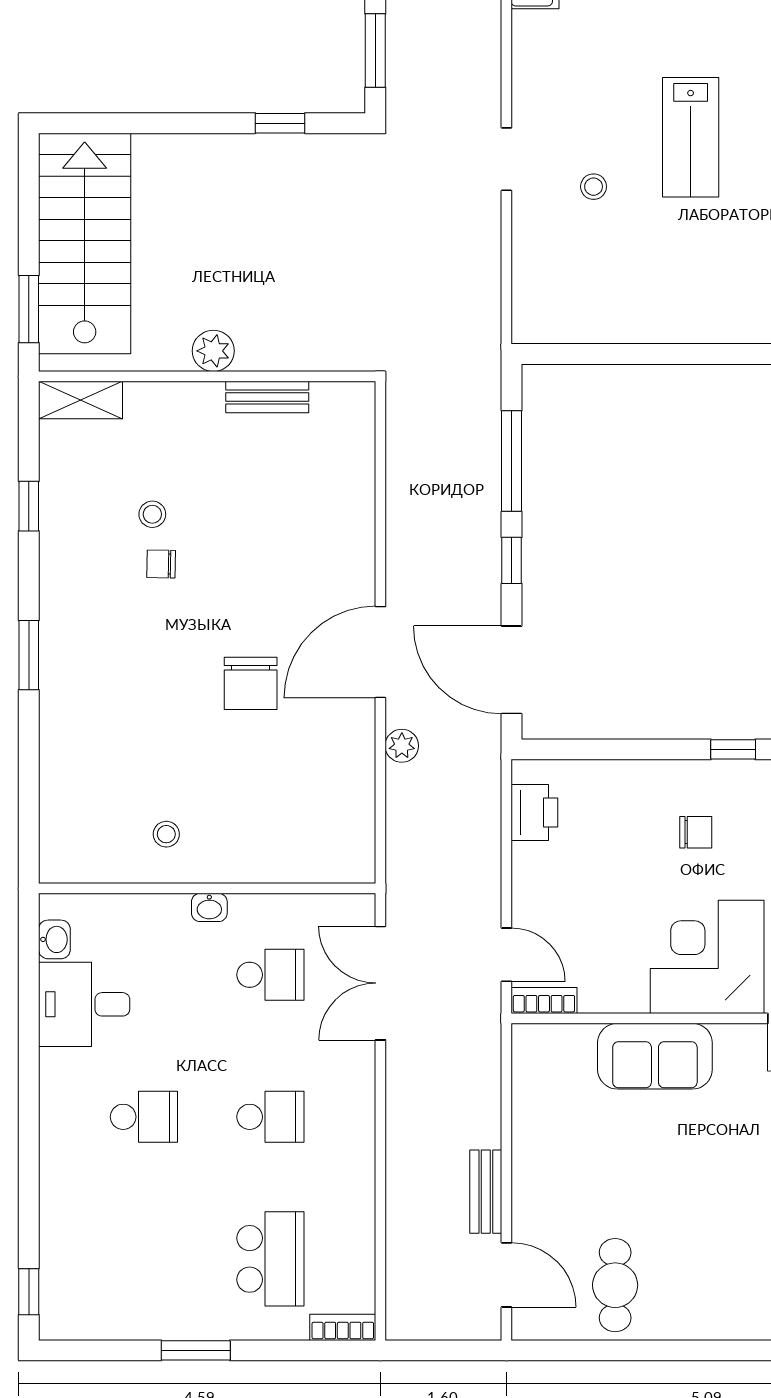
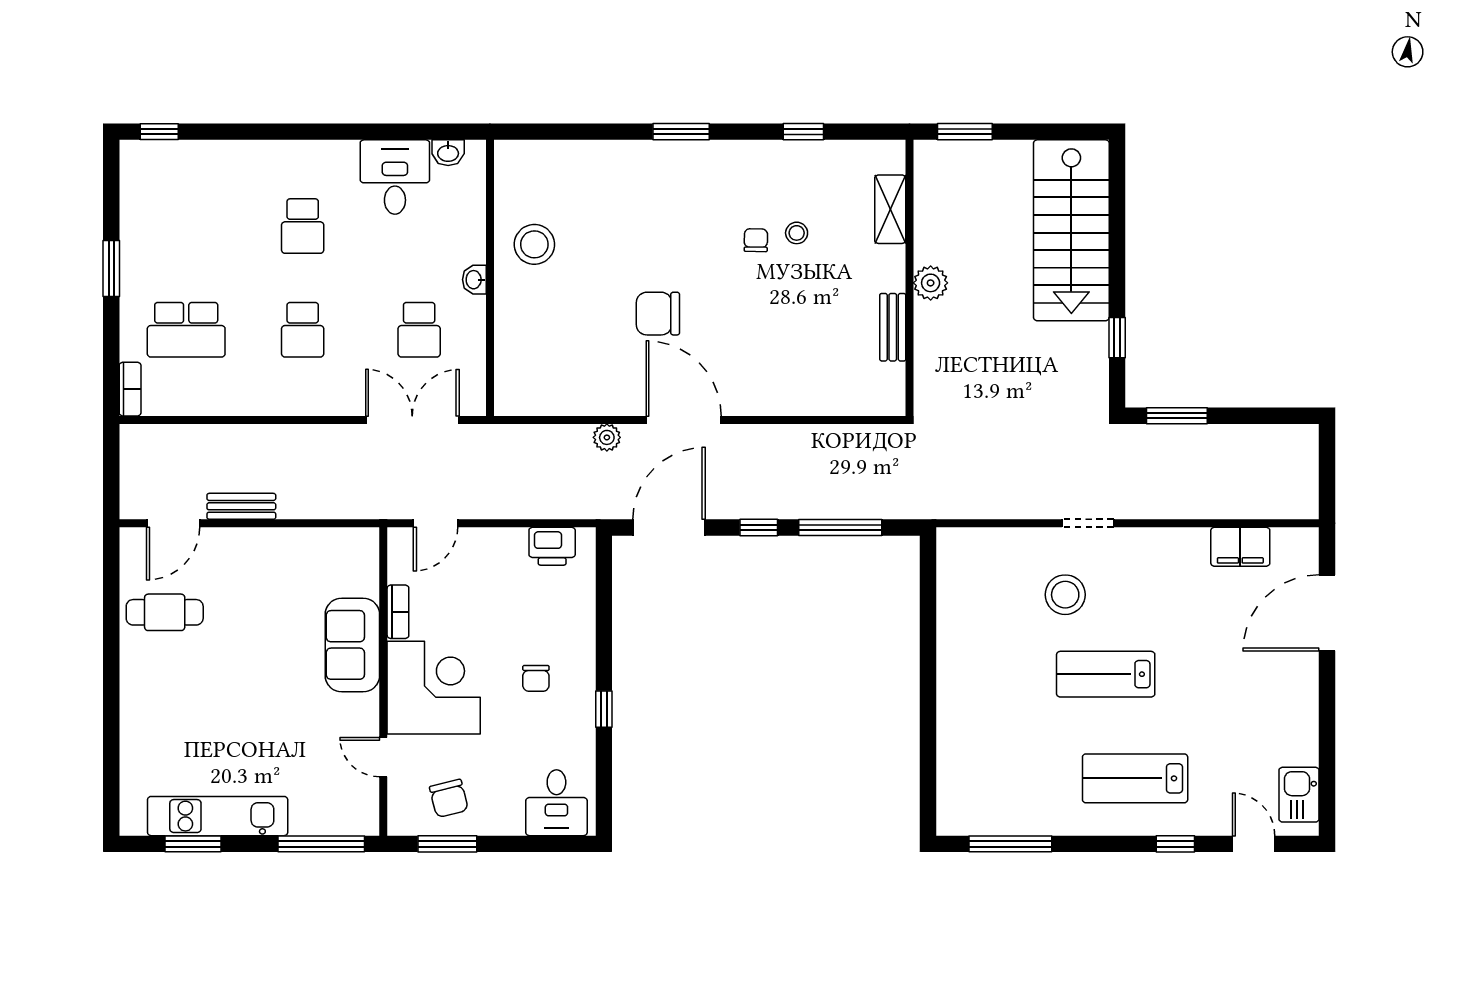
stool: (594, 187) -> (1065, 595), width x1.89, depth x1.89
stairs: (85, 244) -> (1071, 230), moved, turned 90
shelving: (80, 400) -> (890, 209), moved
stool: (166, 834) -> (534, 244), width x1.89, depth x1.89
bookcase: (544, 1001) -> (398, 612), moved

